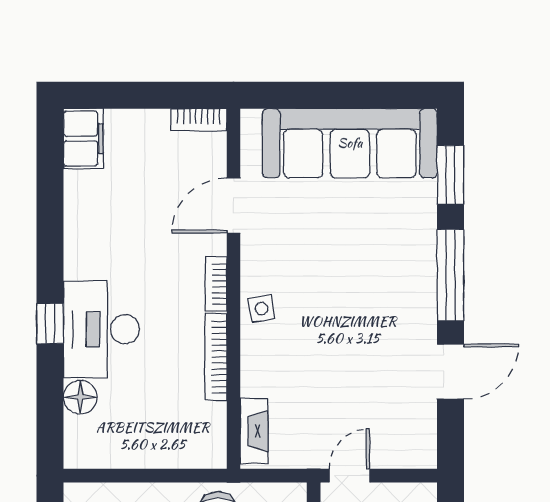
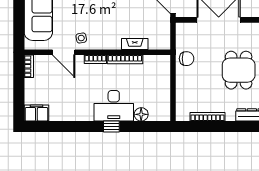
side table: (262, 309) -> (81, 38), moved
fireplace: (254, 431) -> (135, 44), moved

